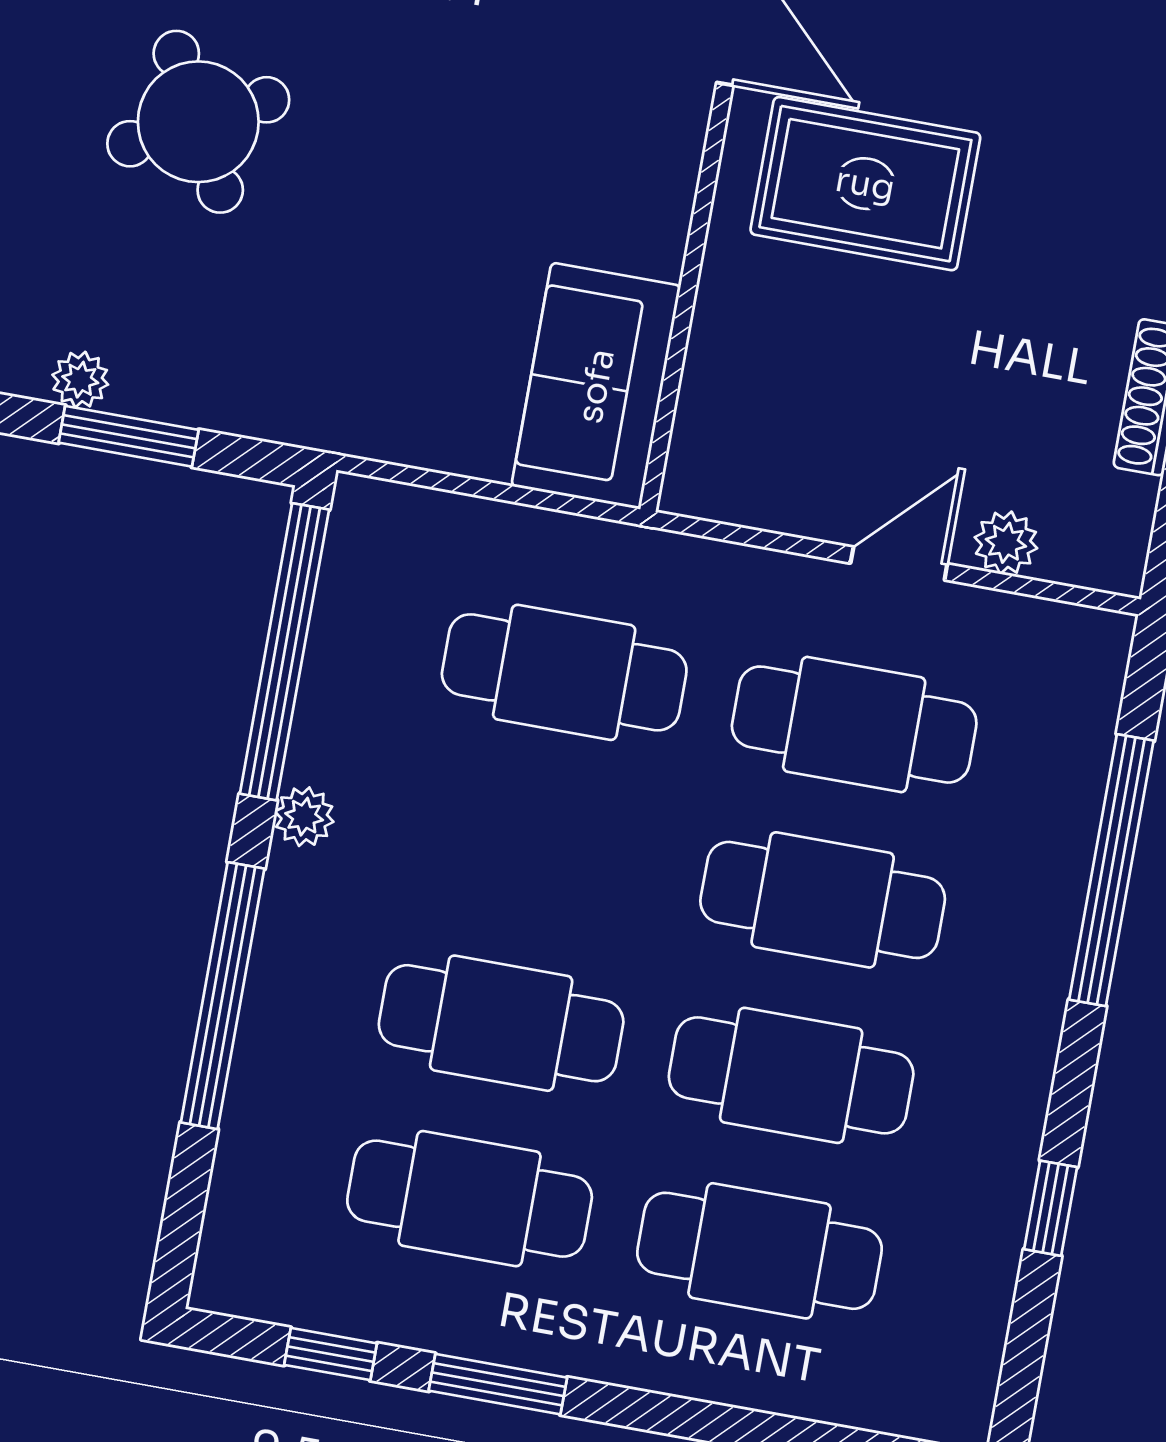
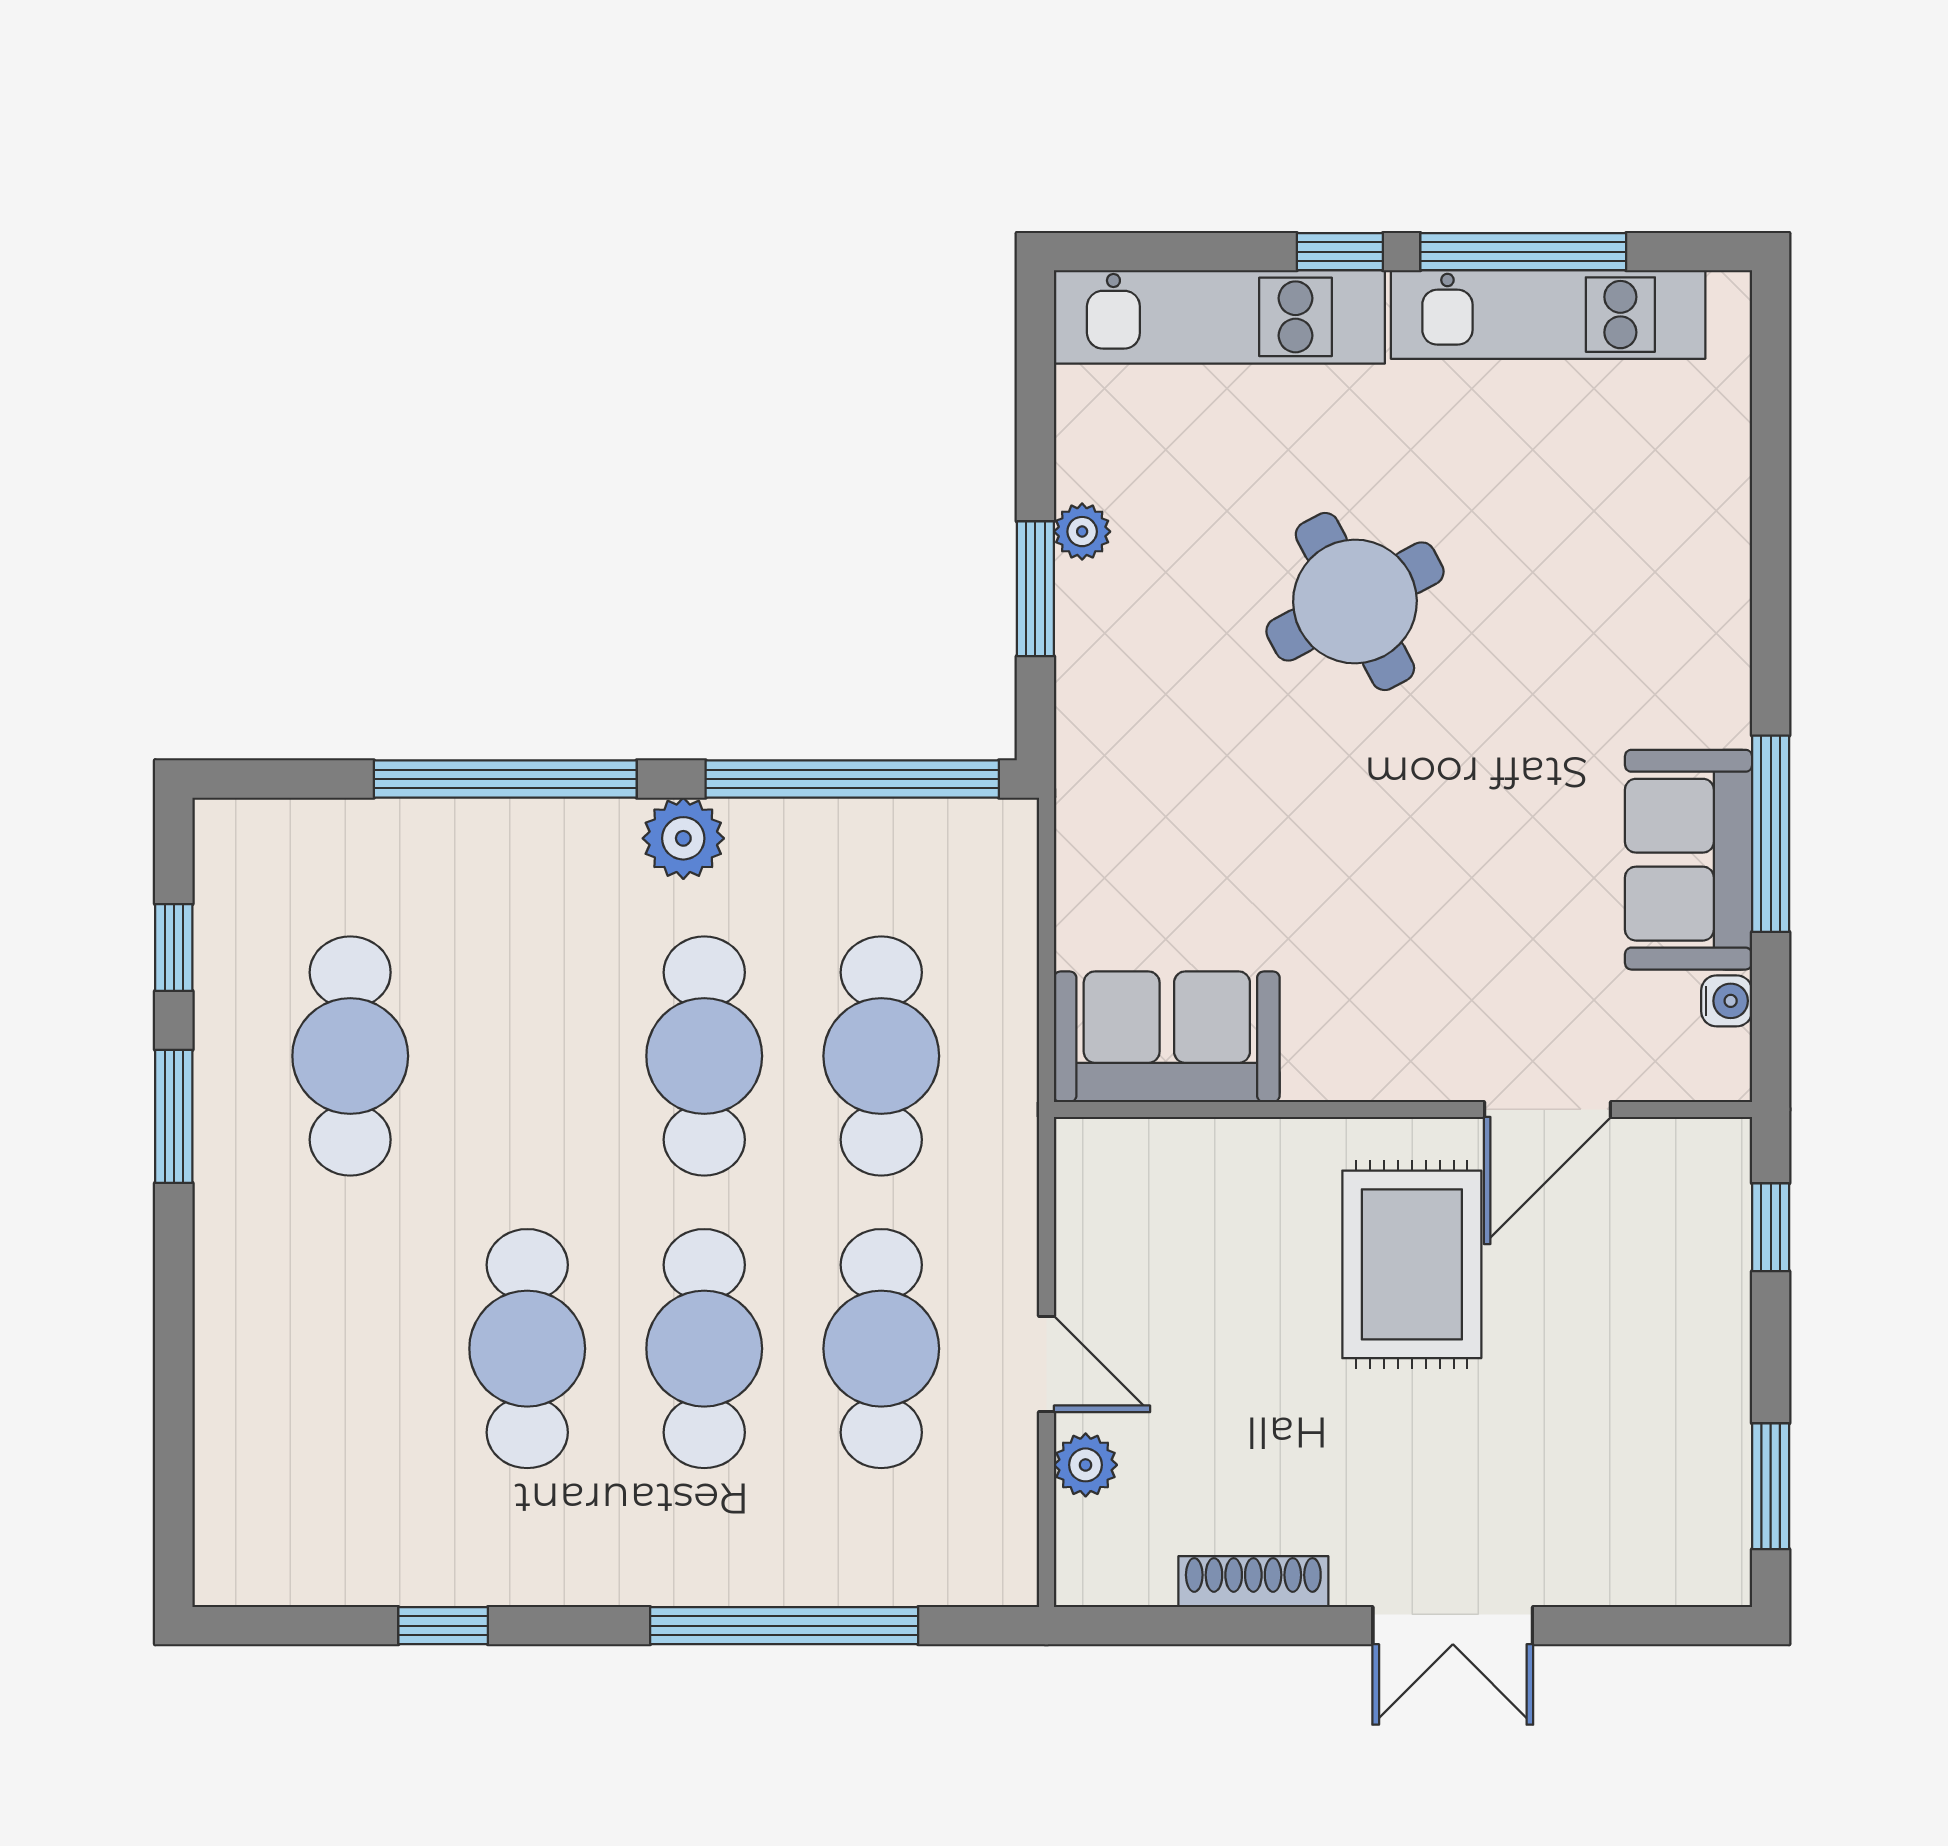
plant: (304, 817) -> (683, 838), width x1.38, depth x1.38
cafe table: (501, 1023) -> (704, 1056), moved
cafe table: (760, 1251) -> (350, 1349), removed

